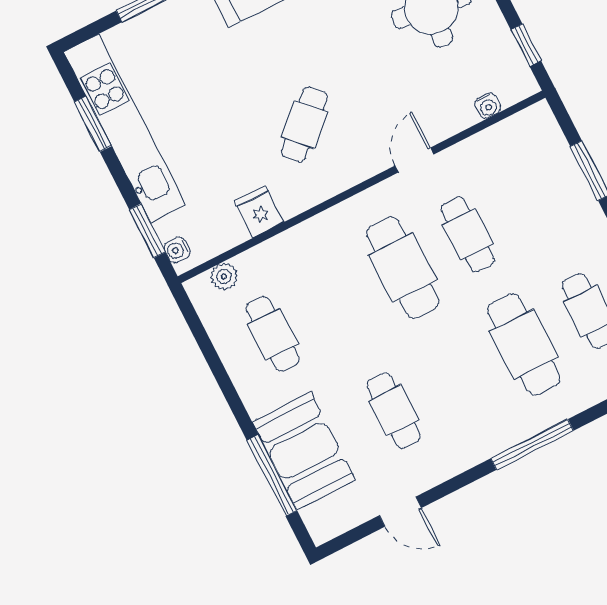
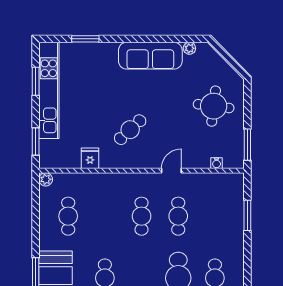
window: (526, 45) -> (247, 145), width x1.50
water cooler: (177, 250) -> (45, 157), removed
cafe table: (403, 268) -> (142, 216), width x0.73, depth x0.74
plant: (224, 277) -> (46, 179), moved

